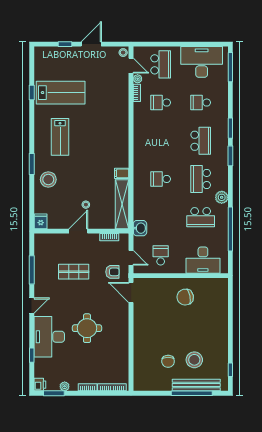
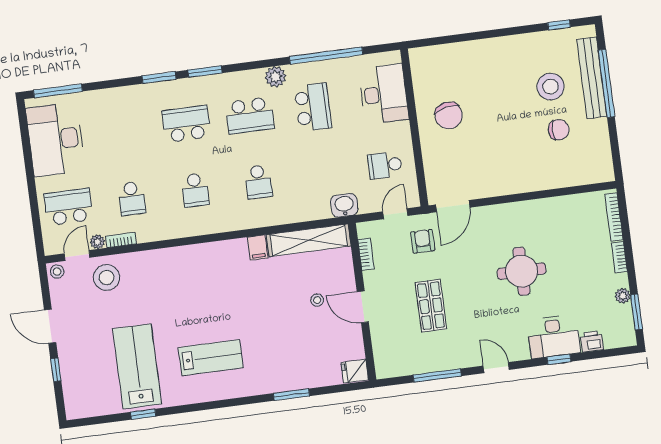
school desk: (201, 103) -> (195, 190), moved
window: (32, 164) -> (291, 395), moved
stool: (48, 179) -> (107, 277), moved
desk: (49, 337) -> (554, 337), width x0.73, depth x0.77
window: (32, 355) -> (559, 359), moved
printer: (40, 385) -> (592, 341), moved

